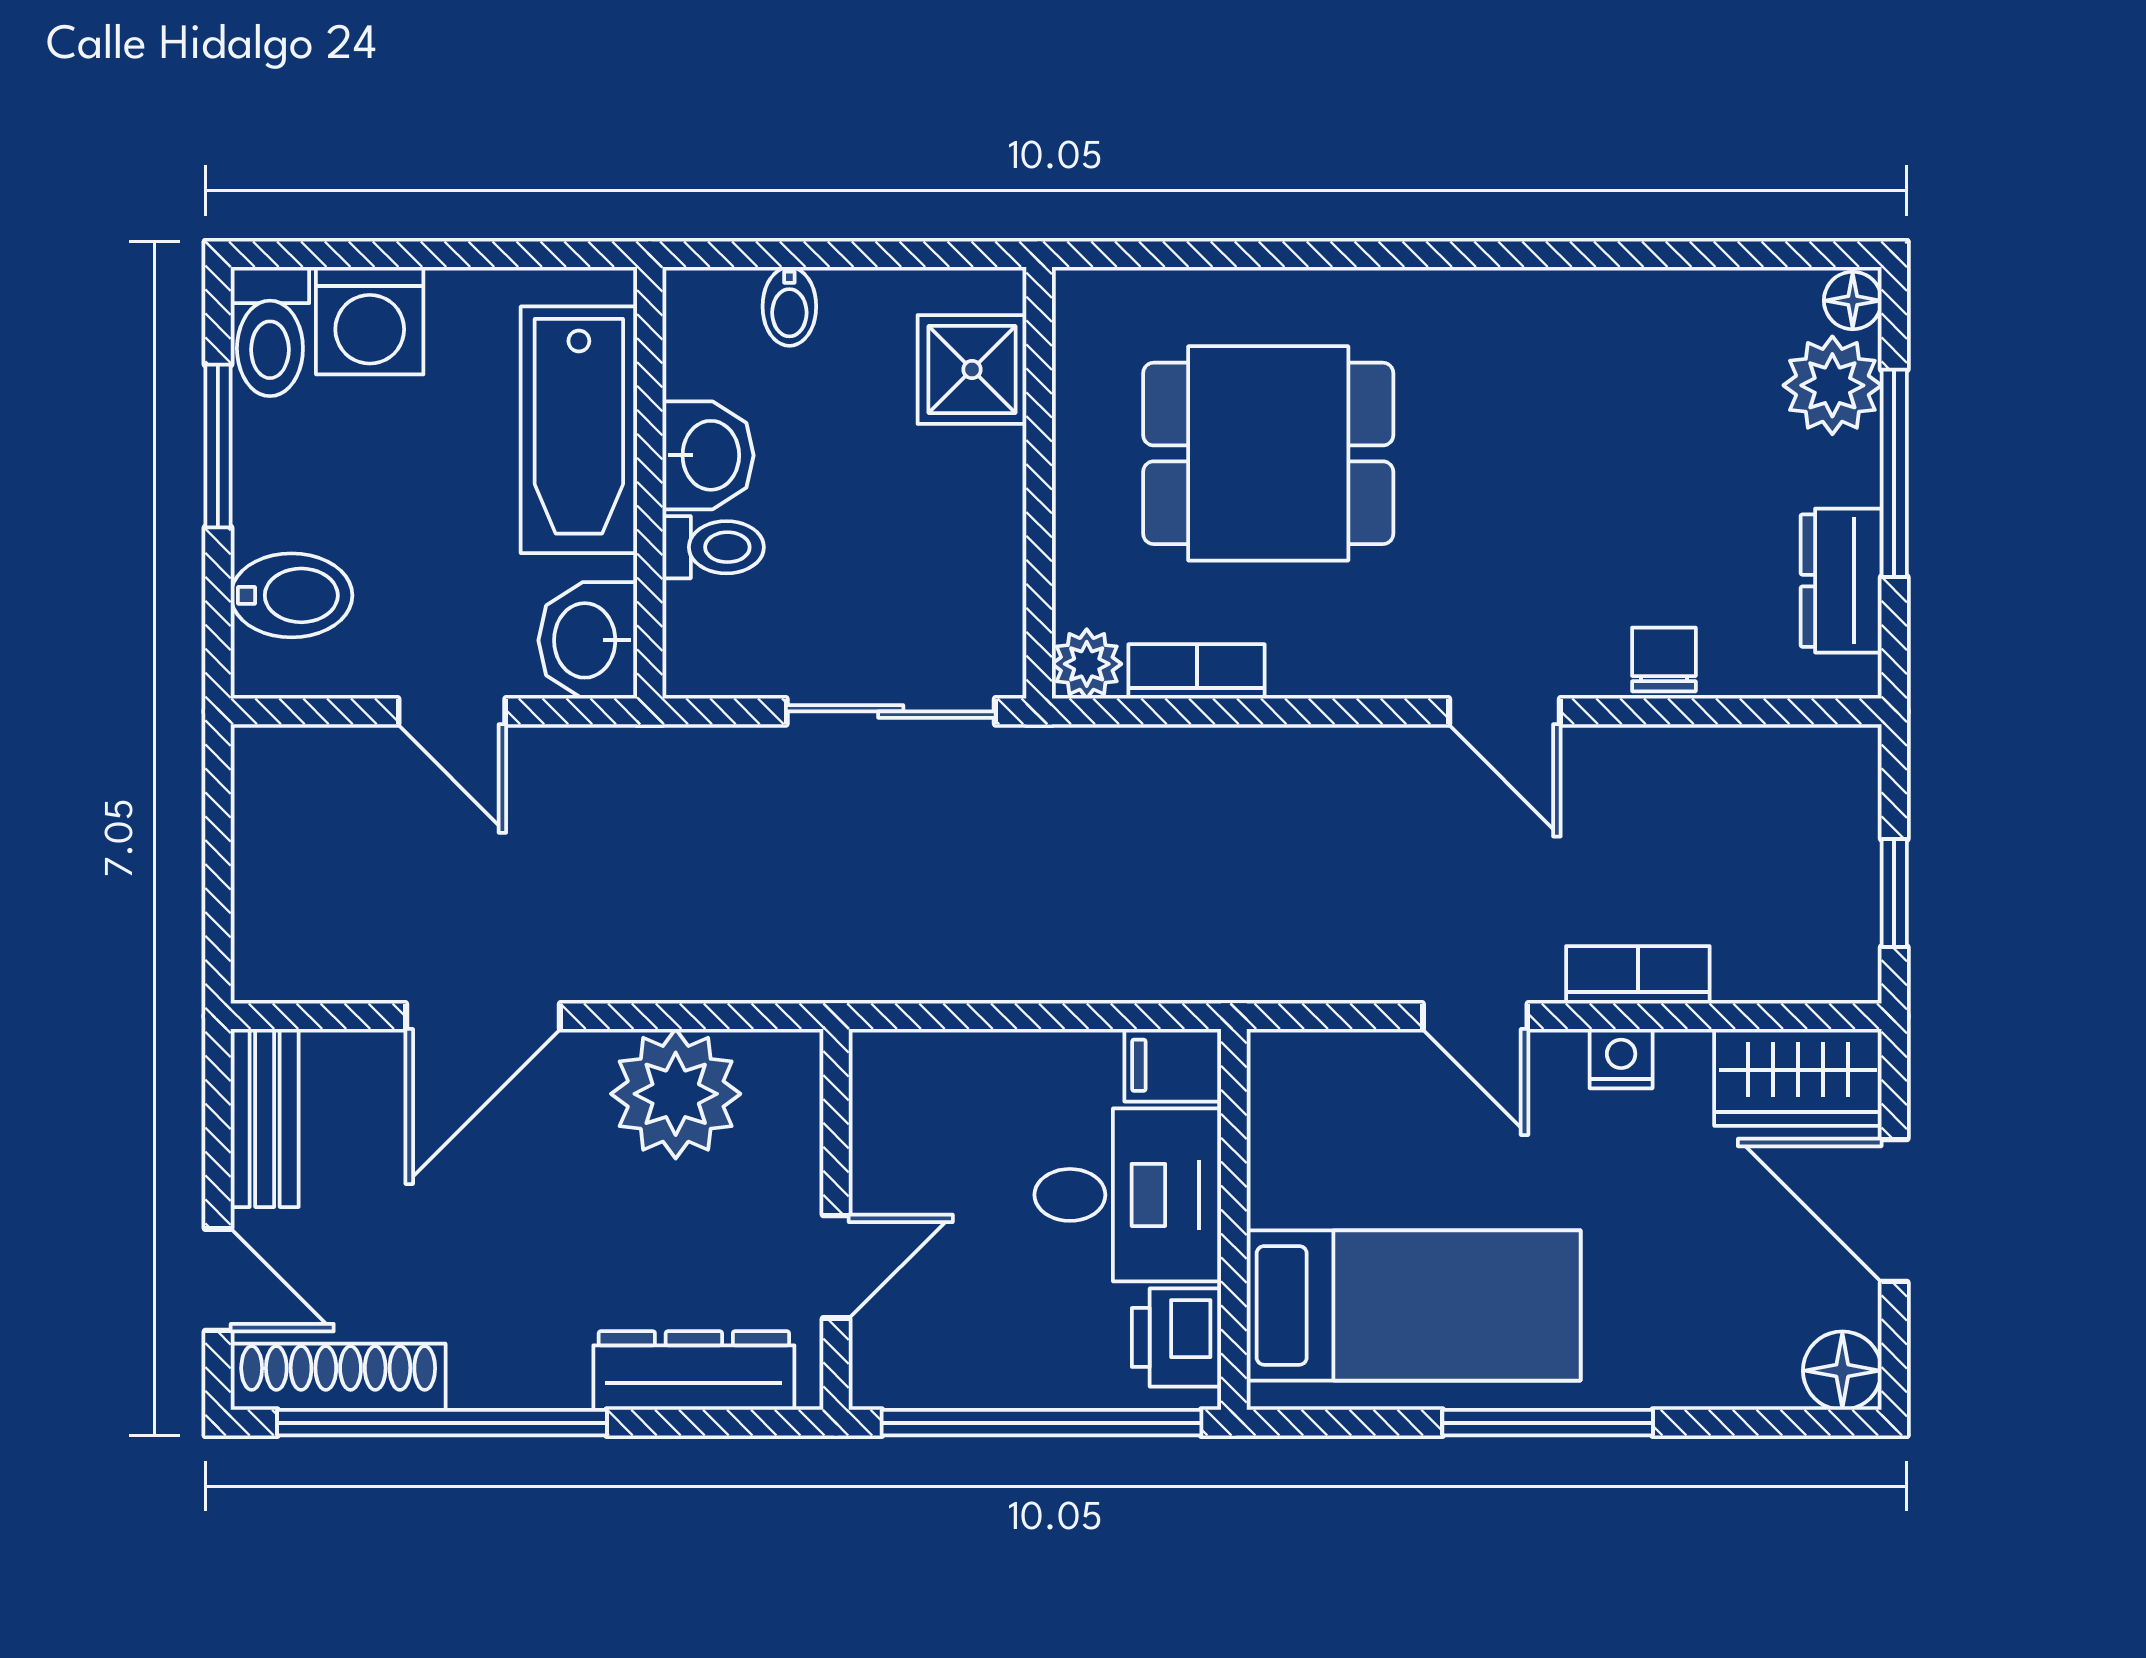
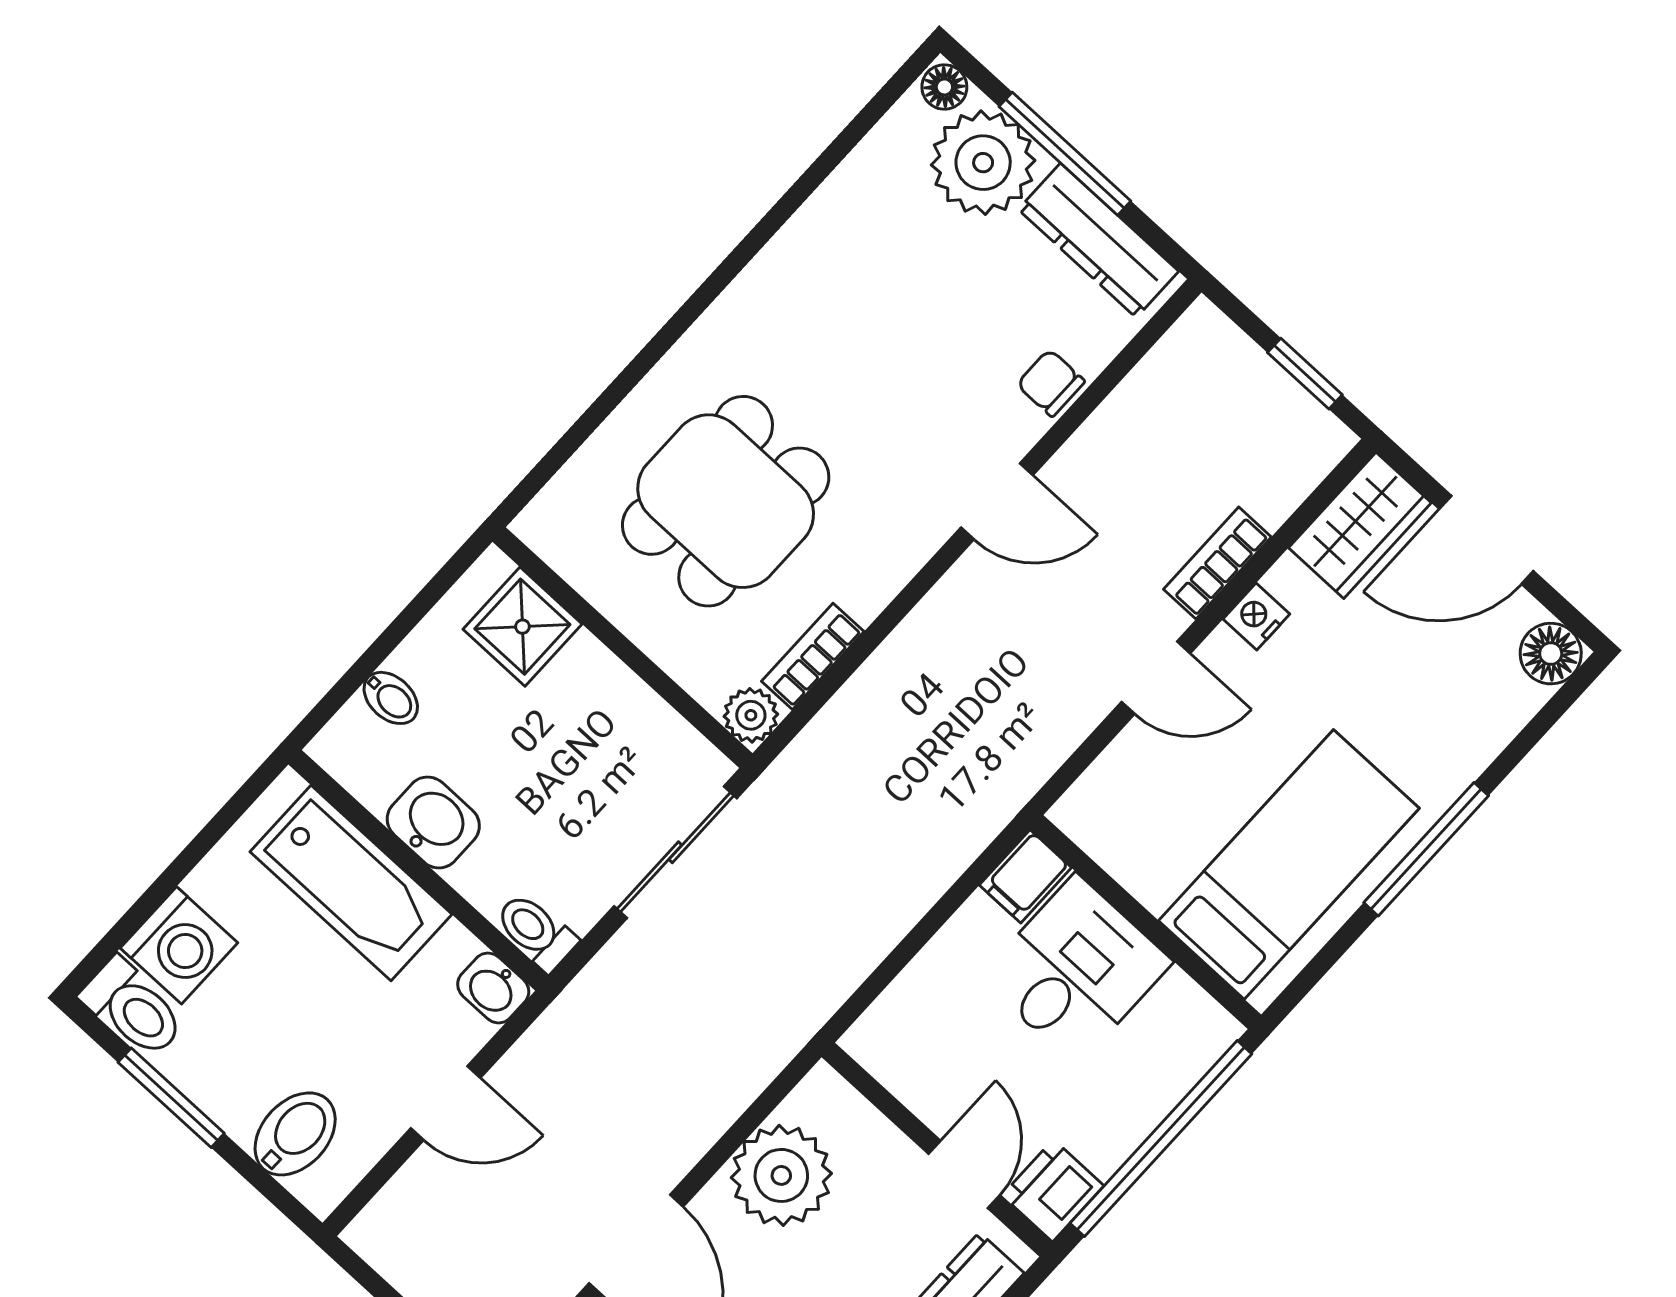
plant: (1832, 385) -> (983, 163), width x1.36, depth x1.36
toilet: (713, 547) -> (536, 932), moved, turned -90
dresser: (1841, 581) -> (1098, 240), width x1.44
washbasin: (588, 640) -> (493, 988), width x0.72, depth x0.69
printer: (1176, 1337) -> (1053, 1191), moved, turned 90

